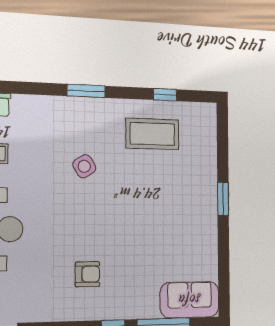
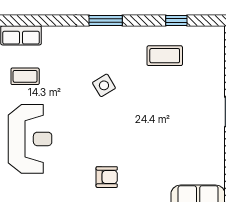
coffee table: (152, 134) -> (165, 56), width x0.73, depth x0.76

